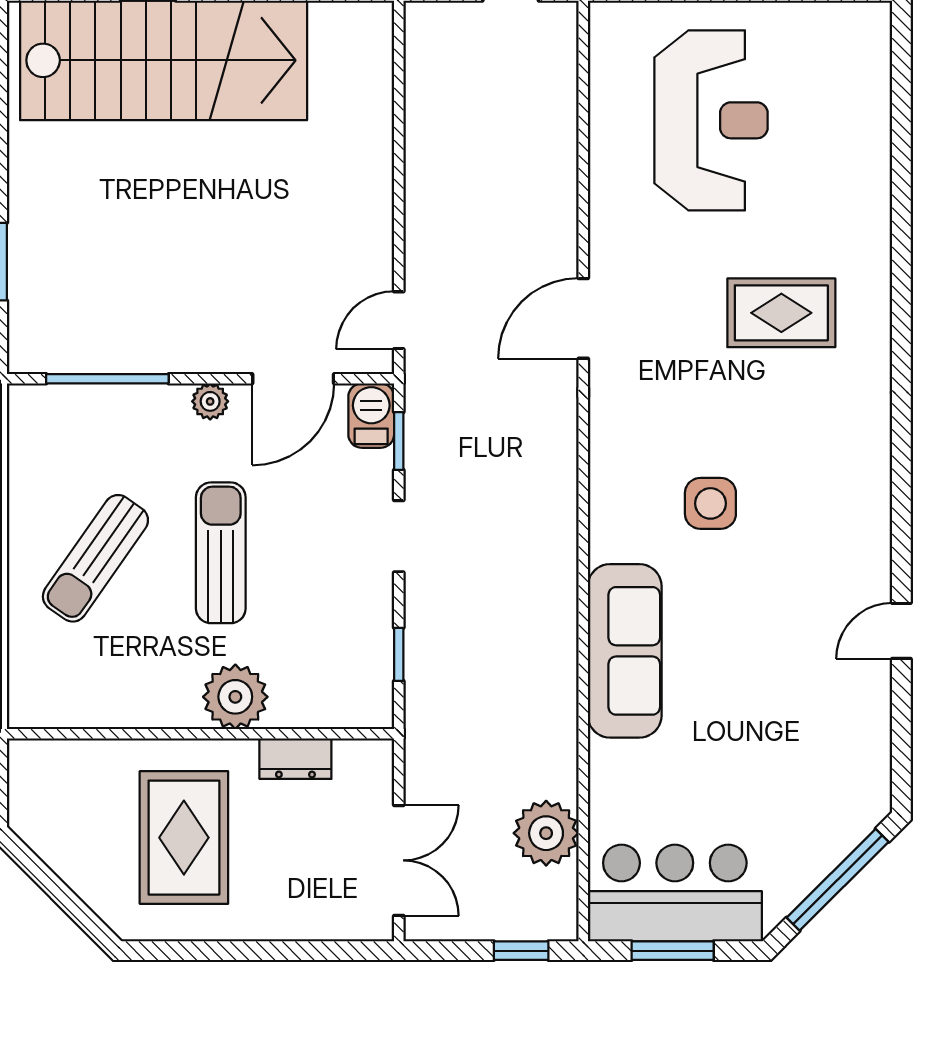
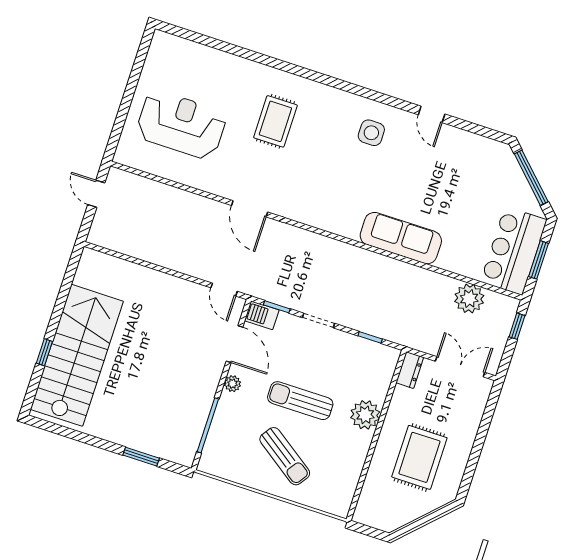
side table: (710, 503) -> (371, 133), moved
dresser: (295, 759) -> (410, 370), moved
rug: (184, 838) -> (419, 457), turned 90

